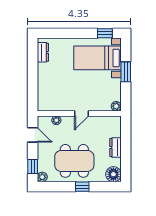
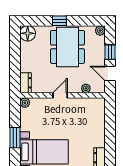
dresser: (115, 147) -> (26, 83), moved
dining table: (74, 161) -> (67, 47), turned 90
window: (33, 166) -> (110, 52), moved

